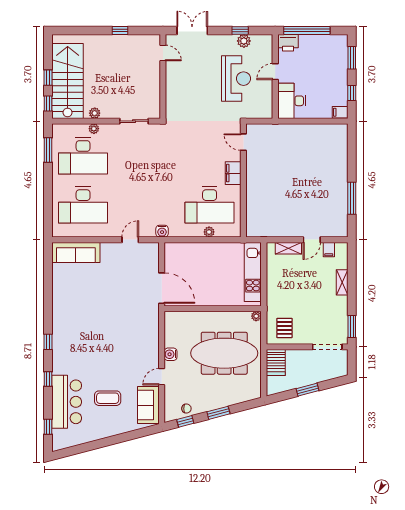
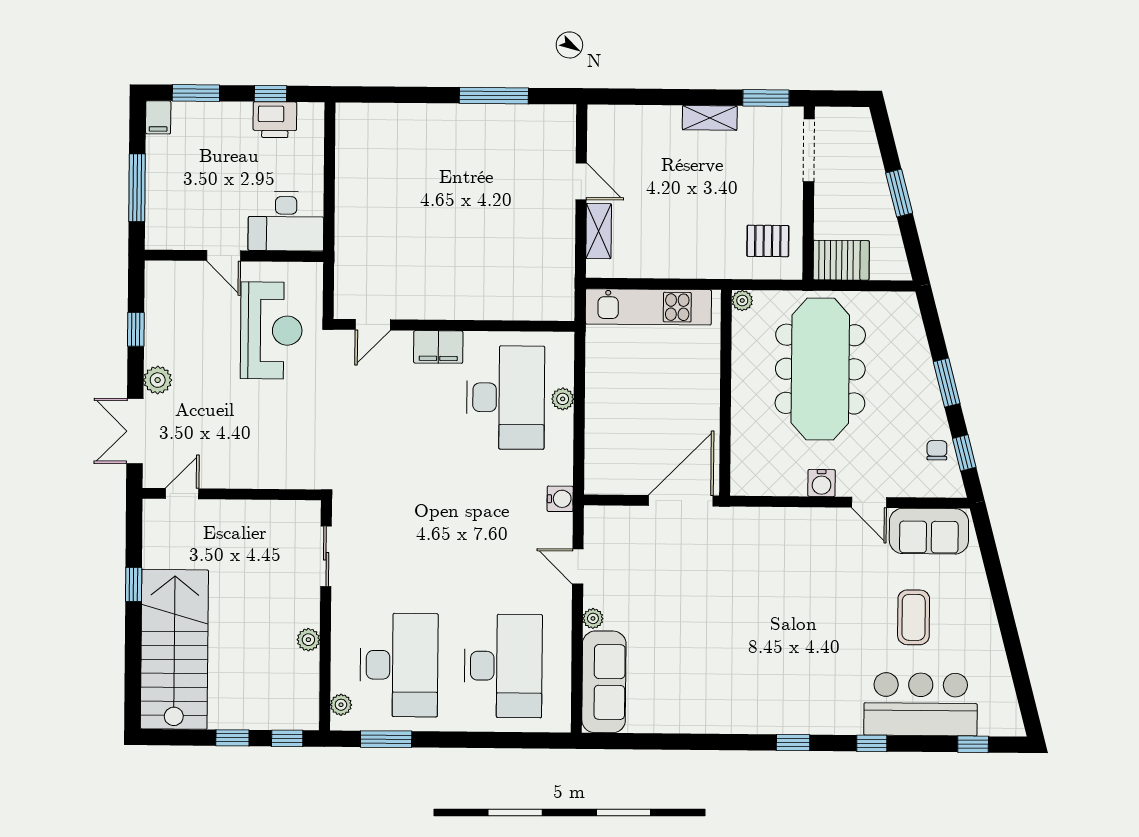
window: (307, 30) -> (137, 188), width x0.68
plant: (244, 41) -> (158, 380), moved
printer: (288, 43) -> (275, 120), moved, turned 90
reception desk: (236, 79) -> (271, 330), moved, turned 90
stairs: (68, 81) -> (174, 649), moved, turned 90
filing cabinet: (340, 112) -> (158, 117), moved
plant: (94, 129) -> (341, 705), moved
plant: (106, 247) -> (593, 618), added
filing cabinet: (329, 250) -> (602, 145), removed
shelving: (342, 282) -> (710, 118), moved

